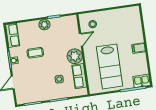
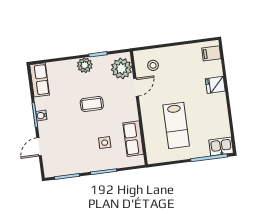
fridge: (137, 37) -> (215, 85), added
filing cabinet: (139, 48) -> (211, 53), moved
coffee table: (35, 53) -> (92, 104), moved
plant: (75, 56) -> (121, 68), moved
lab bench: (110, 66) -> (176, 126), width x0.73, depth x0.72

